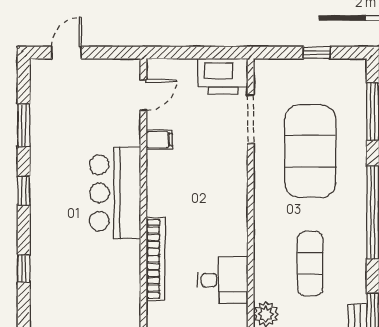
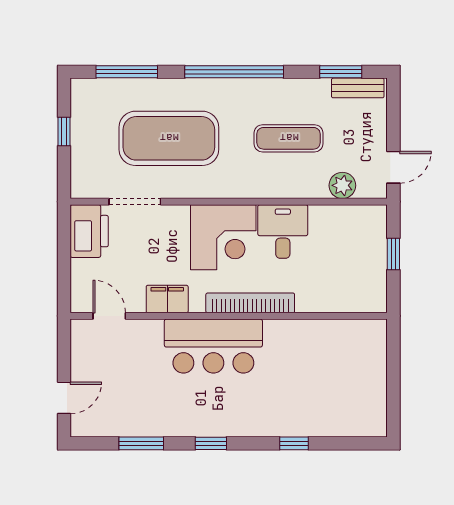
door: (66, 53) -> (64, 398), swing flipped
filing cabinet: (159, 140) -> (167, 299), width x2.00
corner desk: (217, 202) -> (223, 237), added
bookcase: (156, 259) -> (250, 303), moved
desk: (223, 280) -> (283, 232), moved

